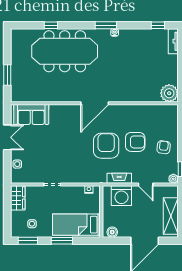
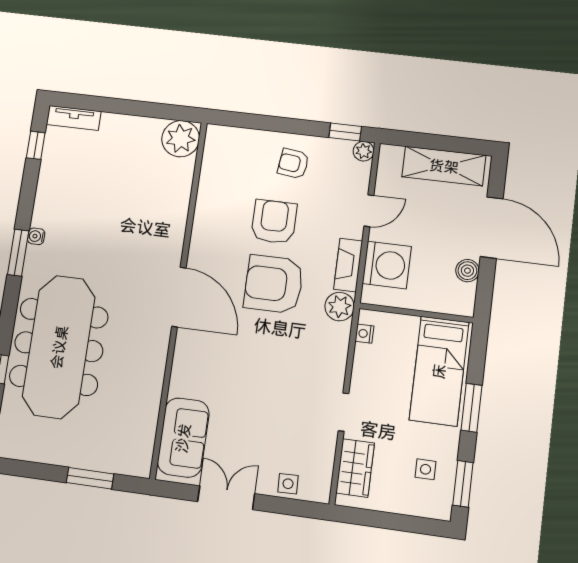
plant: (100, 177) -> (340, 307), added
wardrobe: (18, 198) -> (355, 468), moved, turned 90
boiler: (112, 232) -> (467, 271), moved

